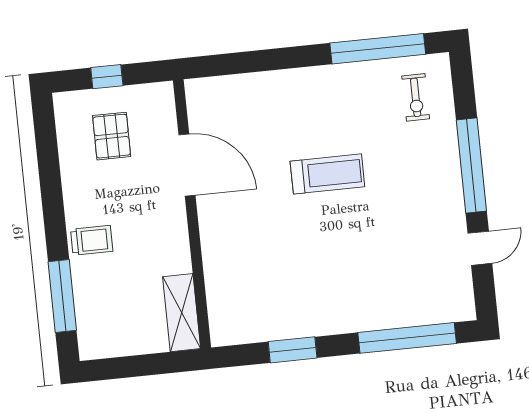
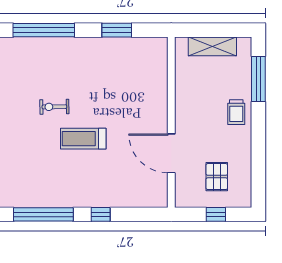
window: (288, 58) -> (101, 214), added
exercise bike: (416, 97) -> (54, 107), moved, turned -91
trolley: (92, 240) -> (236, 112), turned -90
shelving: (182, 313) -> (212, 46), moved, turned 90

